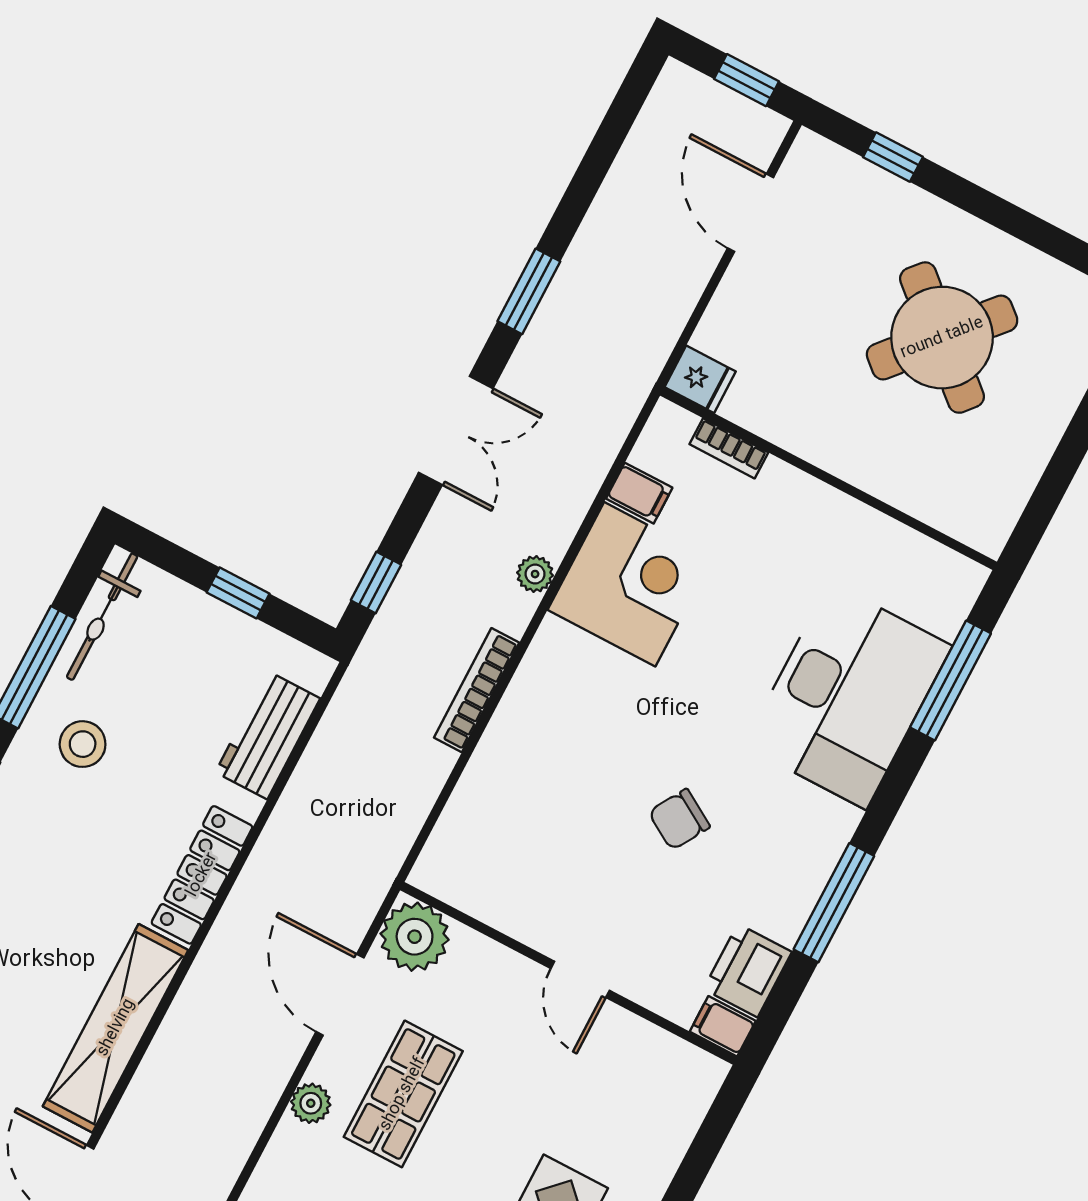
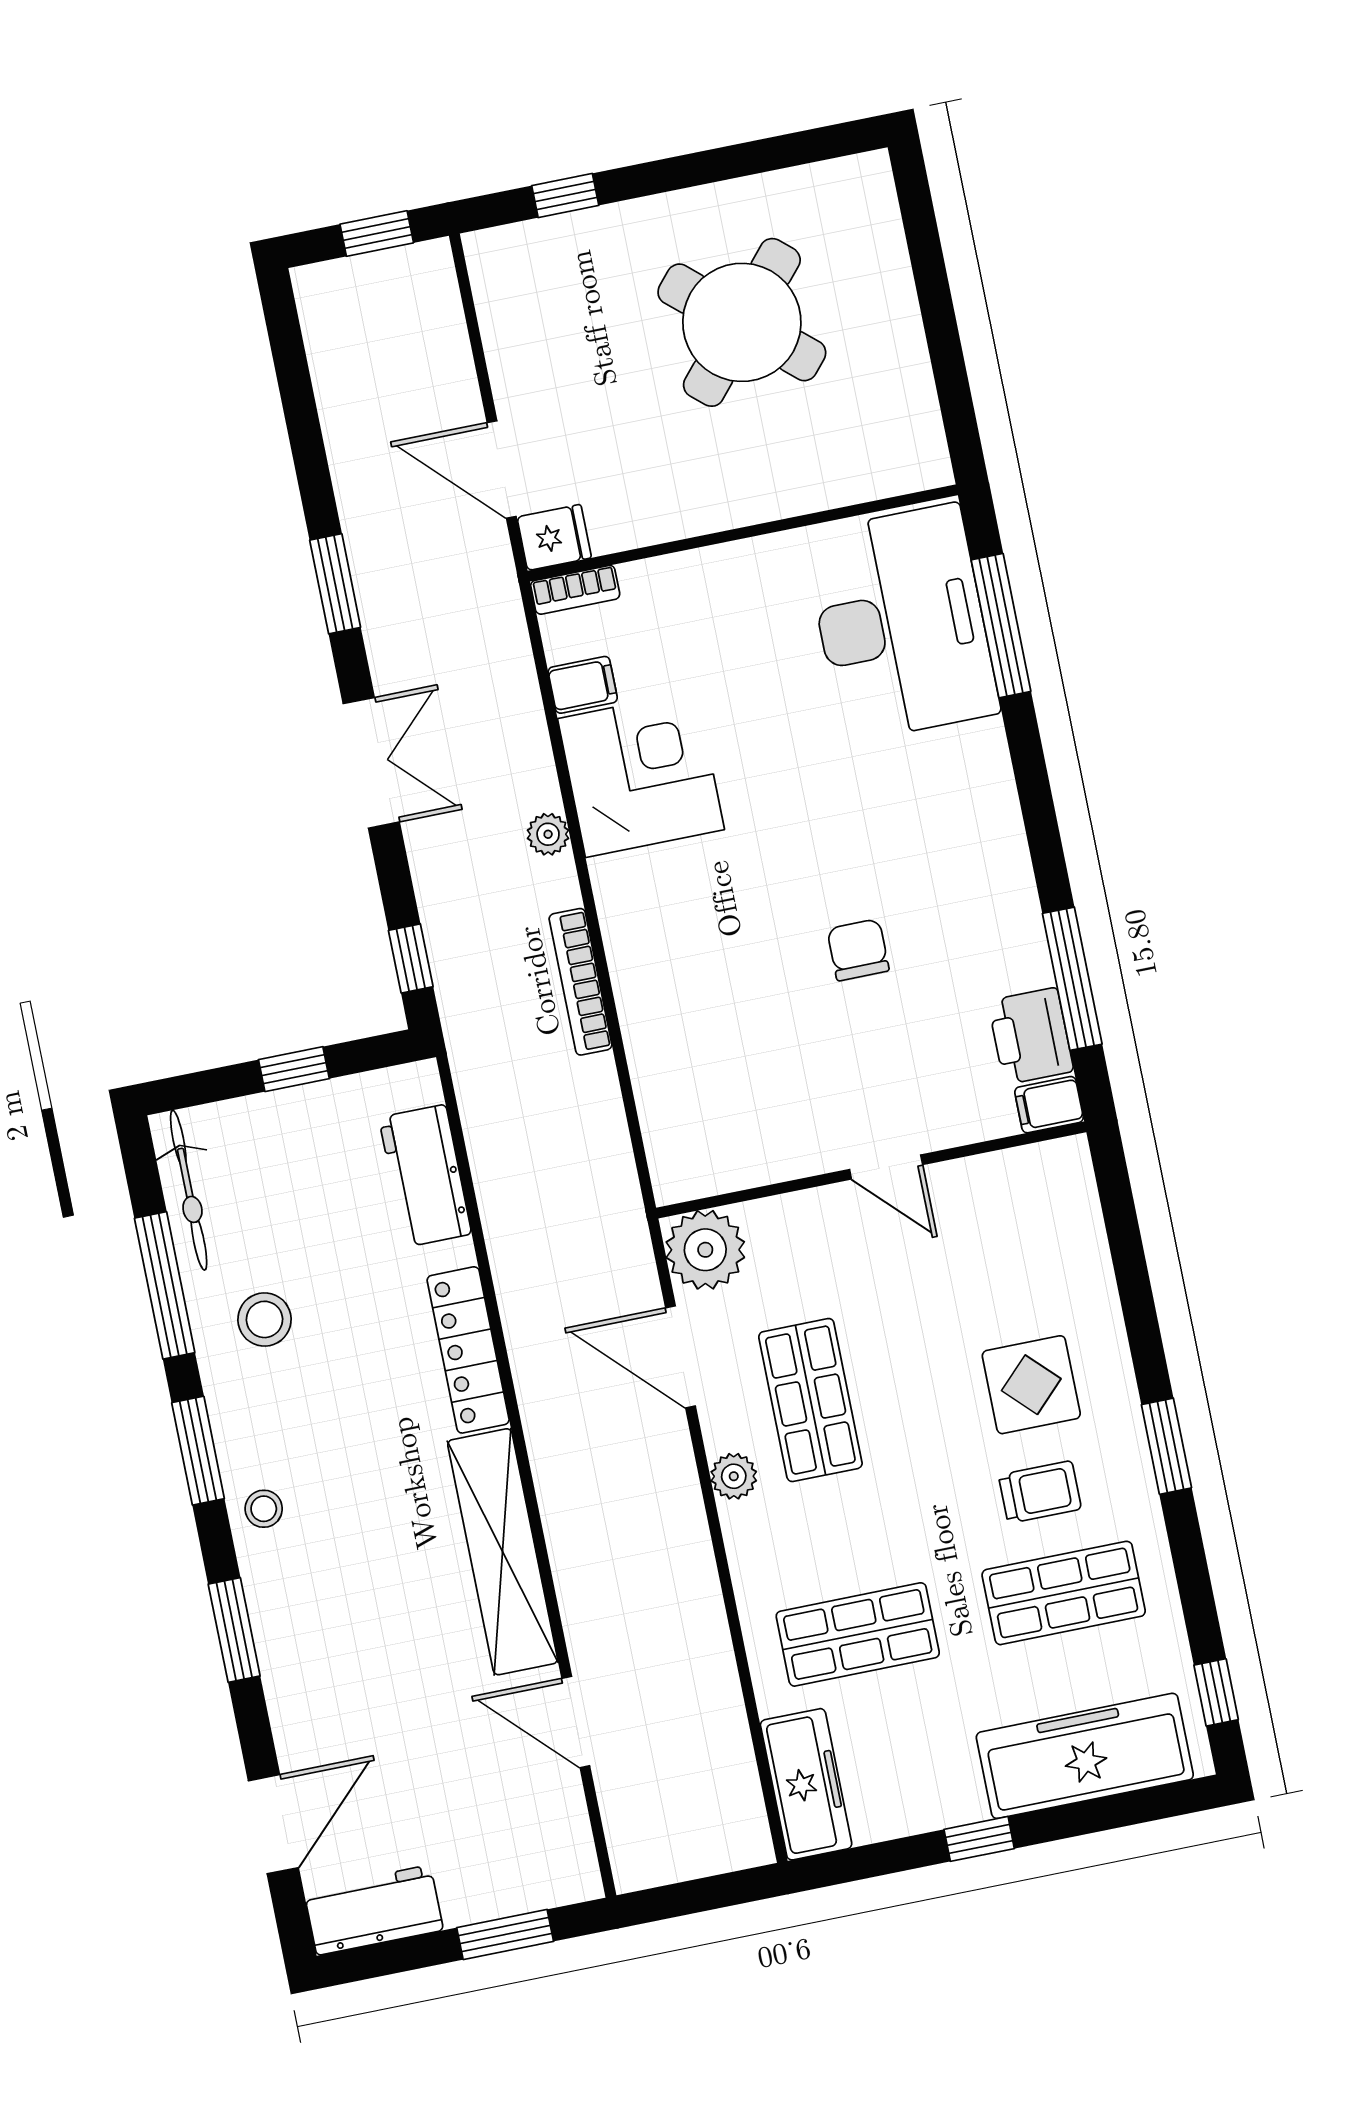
door: (751, 213) -> (502, 469), moved
bookcase: (729, 448) -> (575, 590), moved
desk: (848, 696) -> (901, 623), moved
chair: (679, 819) -> (858, 950), turned 149
window: (834, 903) -> (1072, 979), moved

